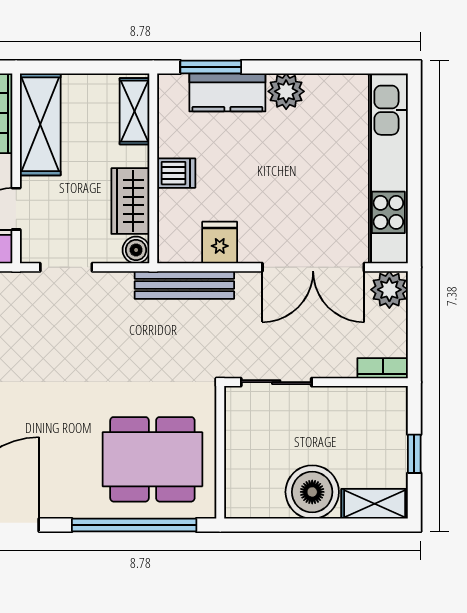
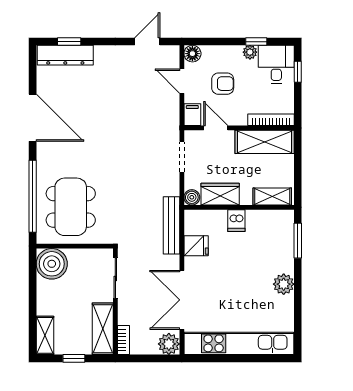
kitchen counter: (227, 92) -> (283, 250), removed
shelving: (363, 404) -> (103, 329), added
boiler: (312, 492) -> (52, 264), moved

